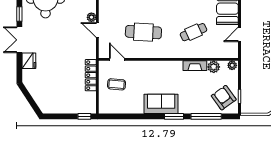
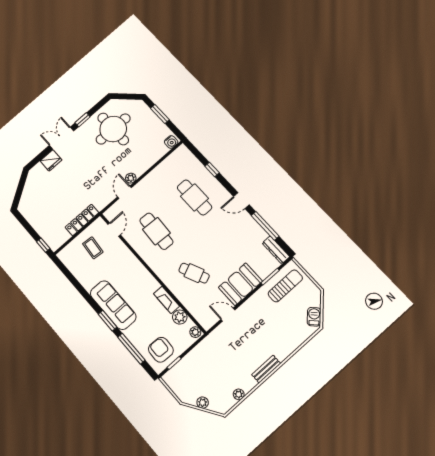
armchair: (224, 98) -> (161, 350), turned -52
sofa: (161, 104) -> (113, 305), width x1.36

